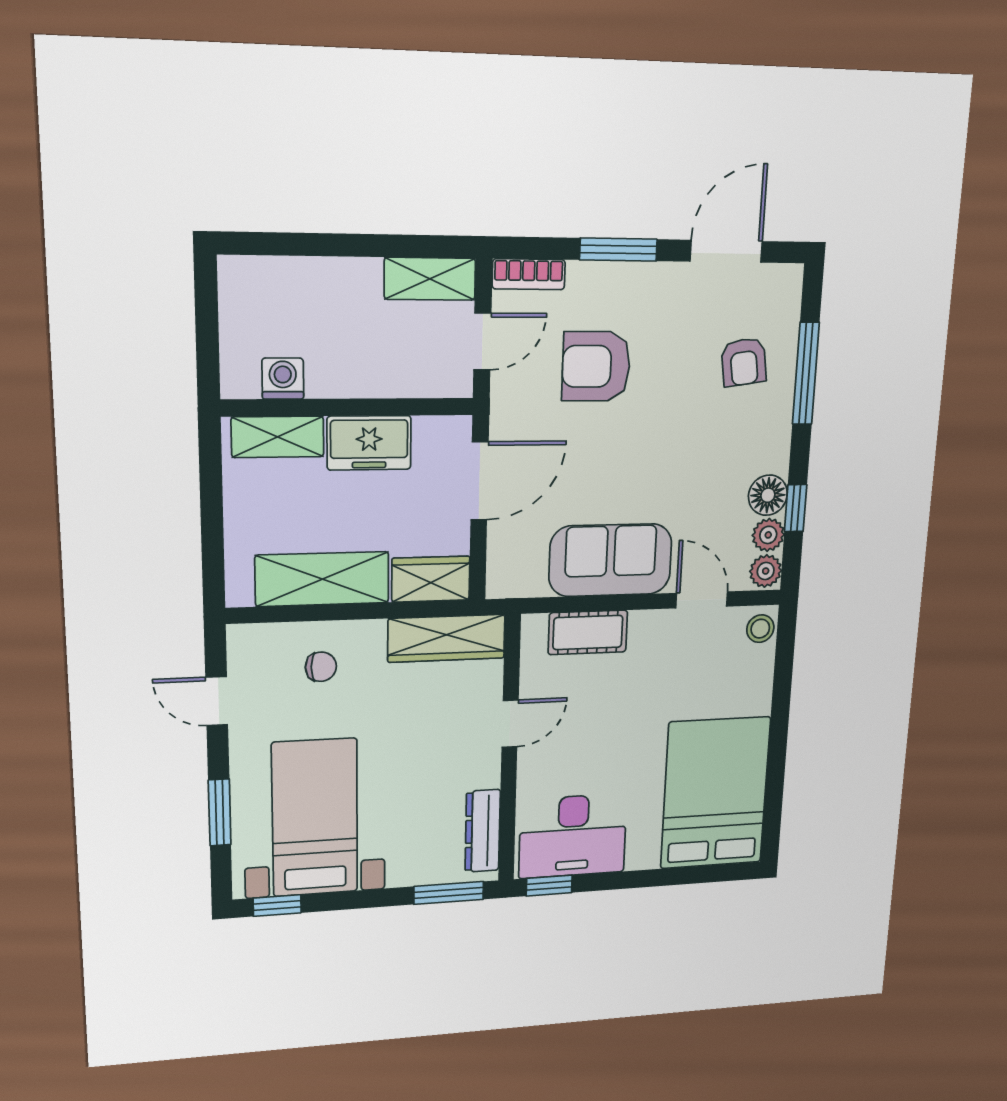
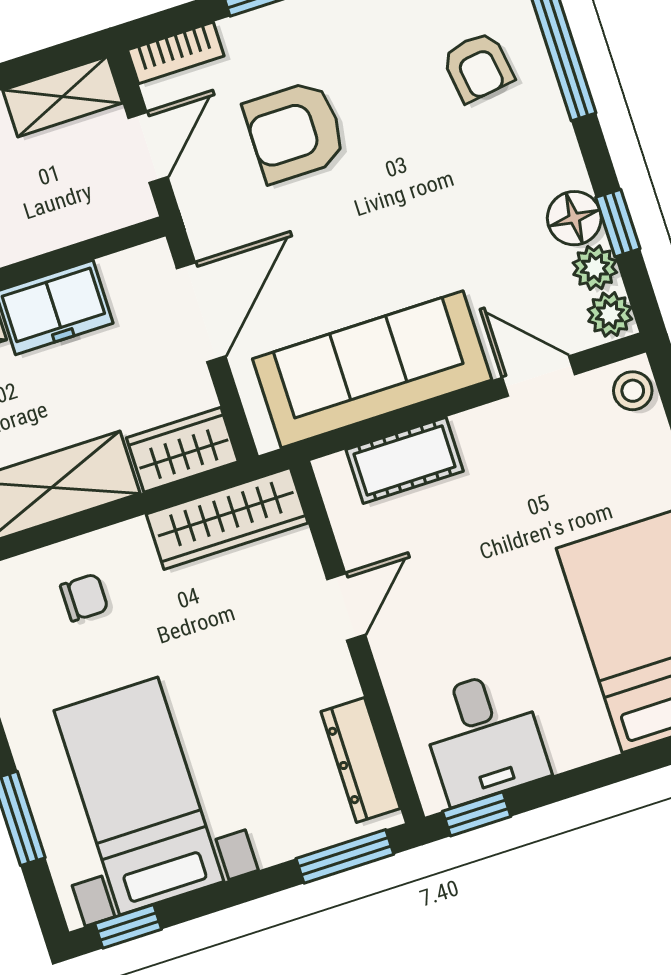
sofa: (611, 560) -> (372, 369), width x1.36
desk: (573, 836) -> (484, 737), width x0.73

